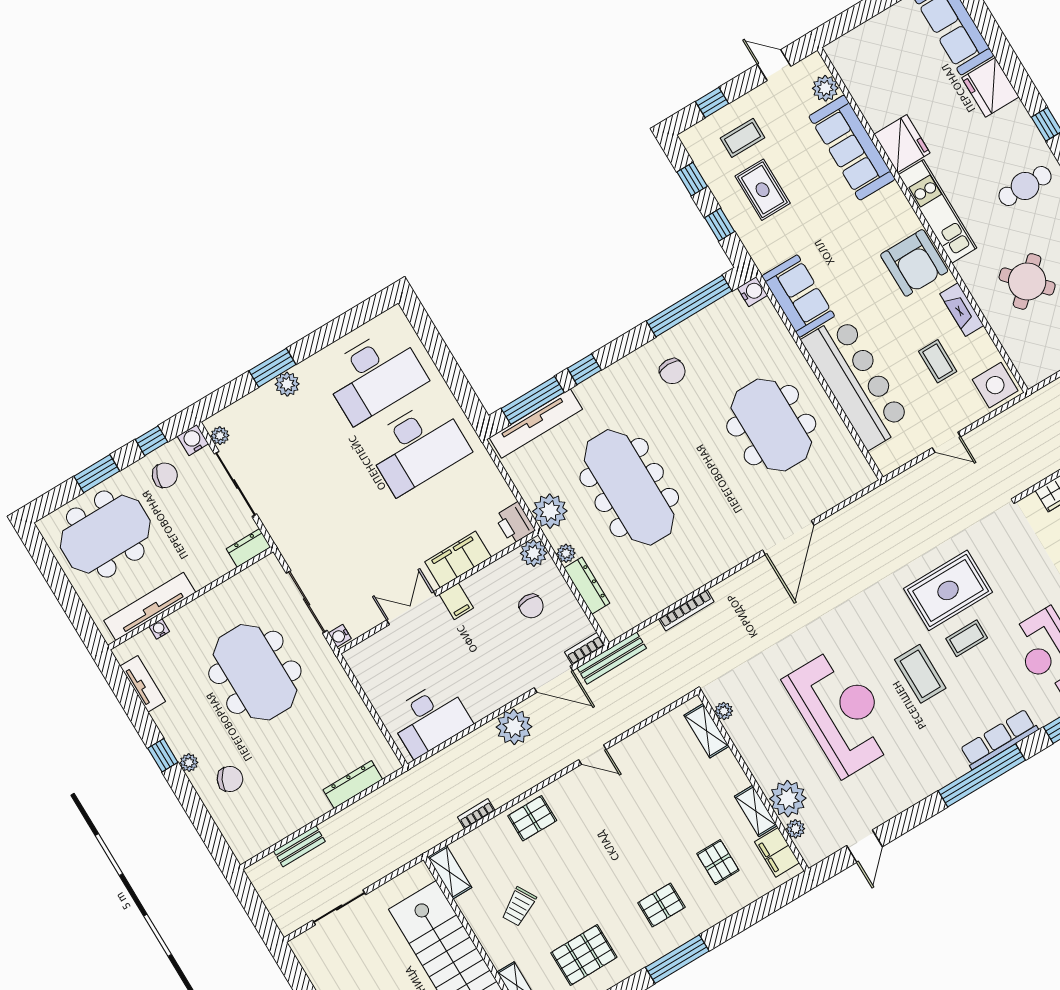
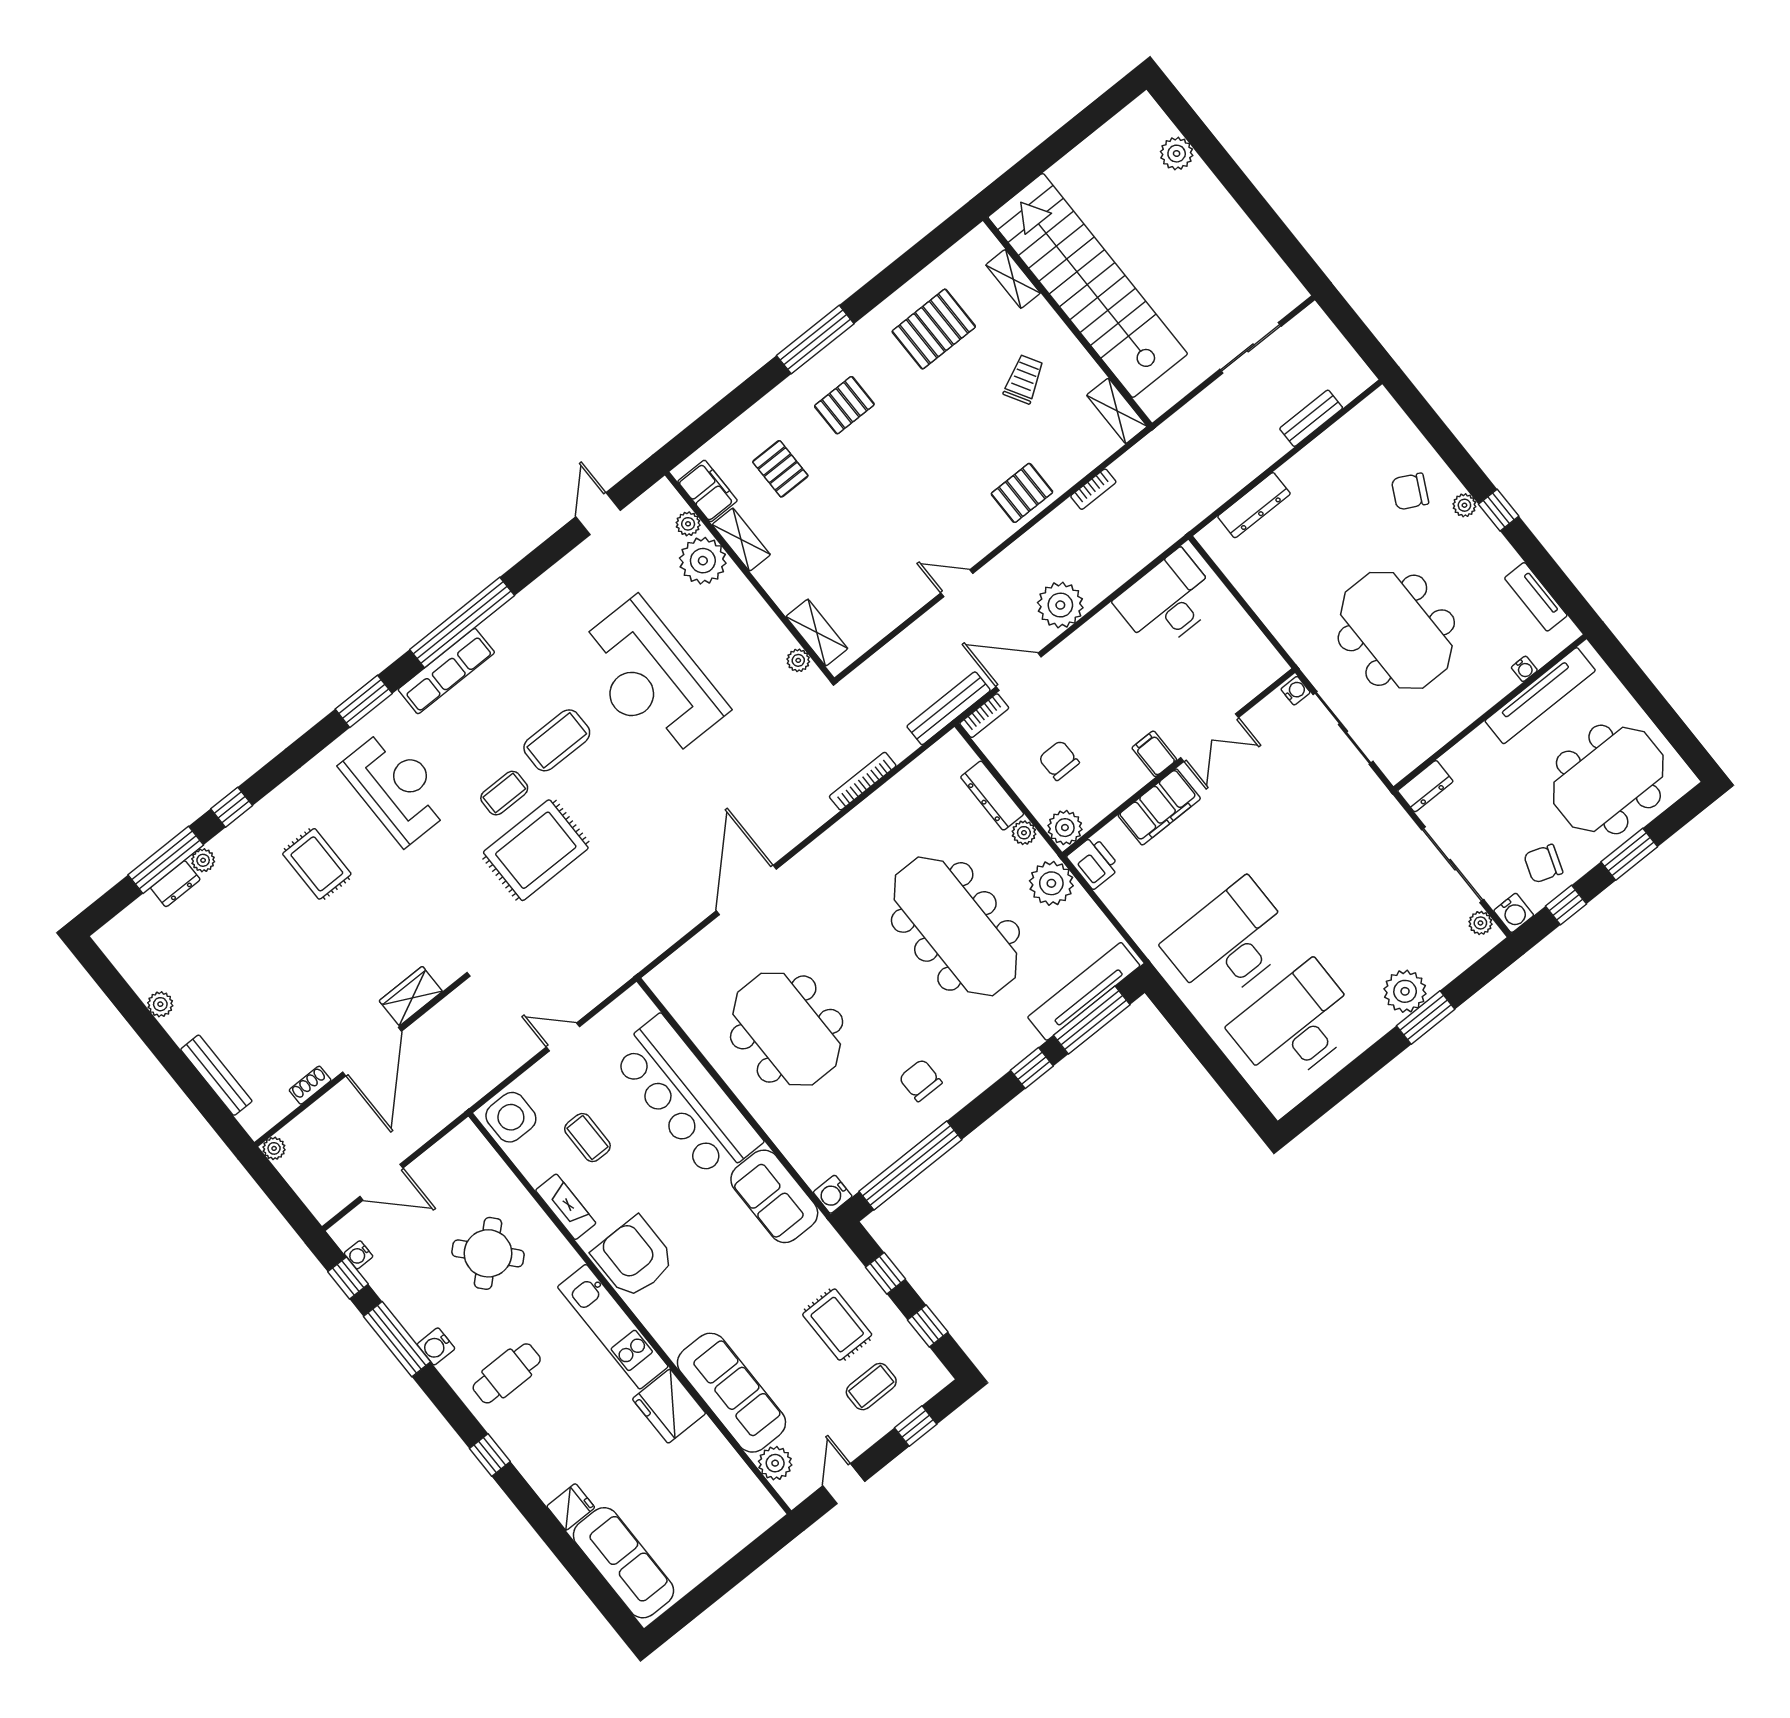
door: (774, 65) -> (844, 1484), swing flipped
fridge: (990, 87) -> (571, 1507), width x0.53, depth x0.75
plant: (287, 384) -> (1405, 991), width x1.36, depth x1.36
coffee table: (920, 674) -> (557, 740), turned 90

